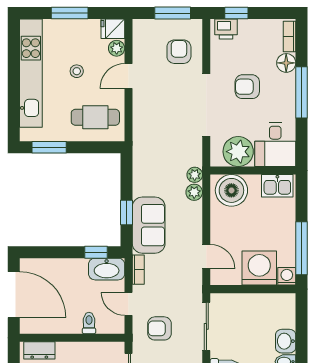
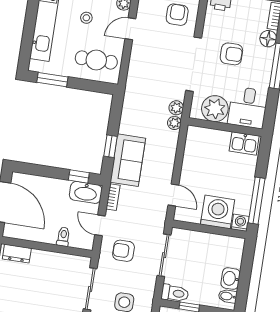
armchair: (247, 87) -> (231, 54), turned 180
boiler: (231, 190) -> (204, 141), removed
plant: (194, 192) -> (176, 108), moved

